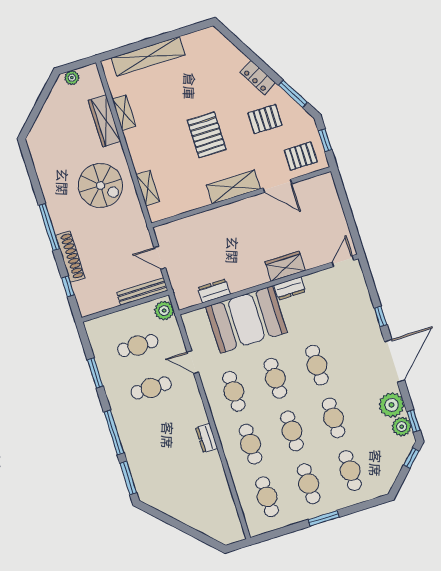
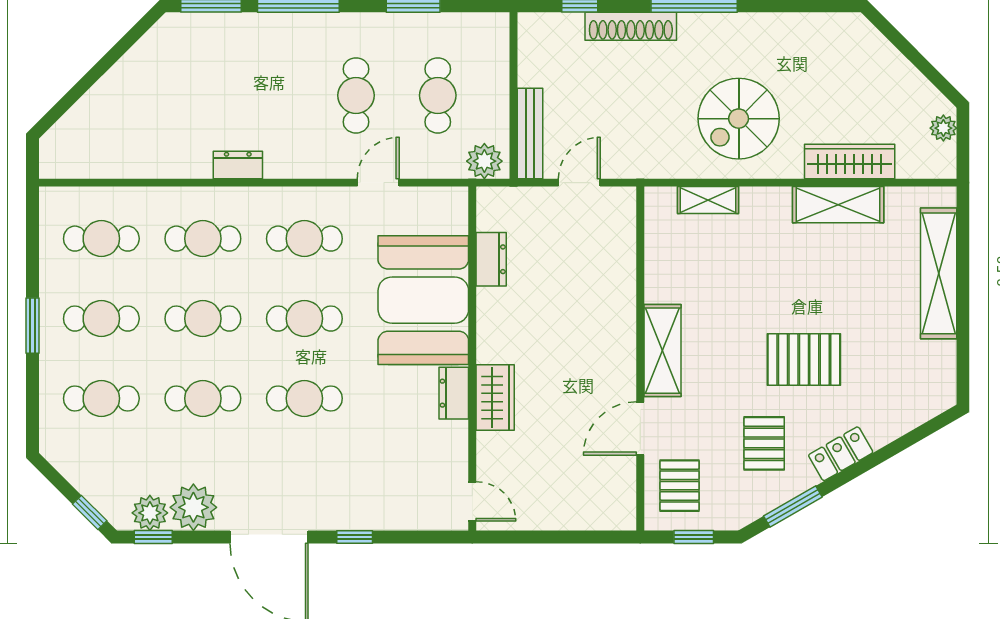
shelving: (124, 113) -> (838, 205), width x1.50, depth x1.33
pallet: (207, 135) -> (804, 360), moved

